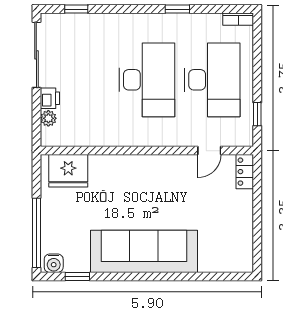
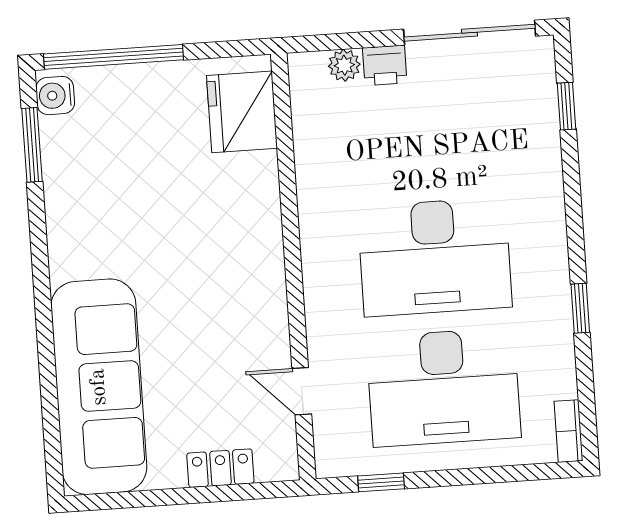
locker: (245, 172) -> (220, 468), moved
sofa: (144, 251) -> (99, 387), moved
window: (77, 276) -> (32, 145), width x1.50

